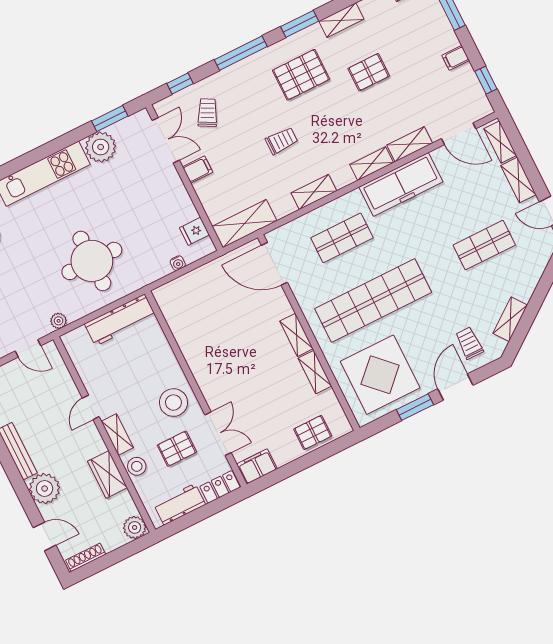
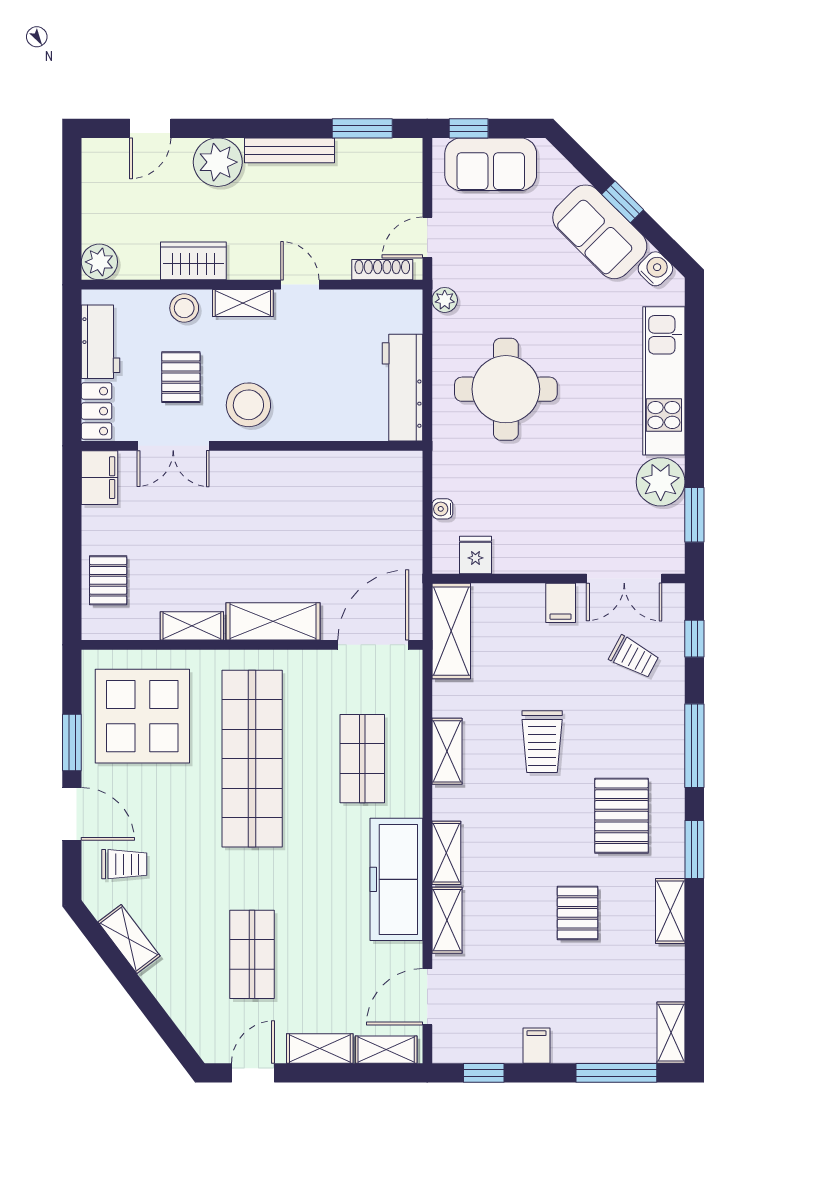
trolley: (282, 141) -> (542, 742), width x1.36, depth x1.39
shelving: (296, 335) -> (273, 621), width x1.50, depth x1.33
shoe rack: (86, 557) -> (382, 270), moved, turned -90

